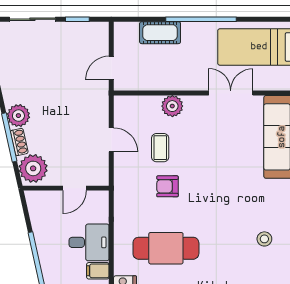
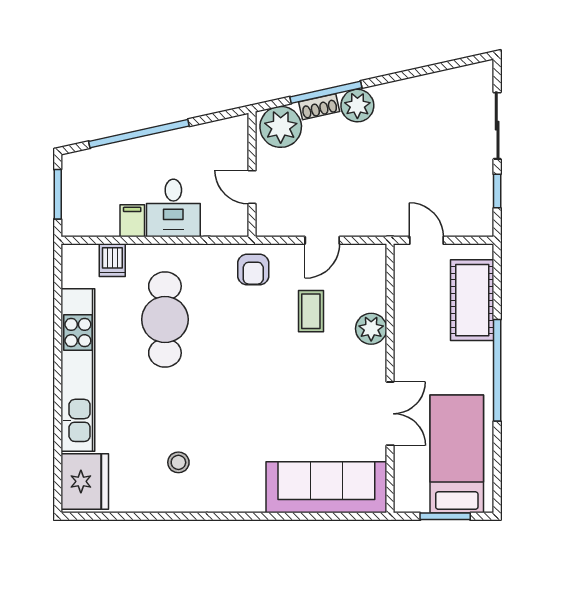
cot: (160, 33) -> (472, 300), width x1.37, depth x1.34
coffee table: (160, 148) -> (311, 311), turned 90
armchair: (167, 186) -> (253, 269), moved, turned 180

